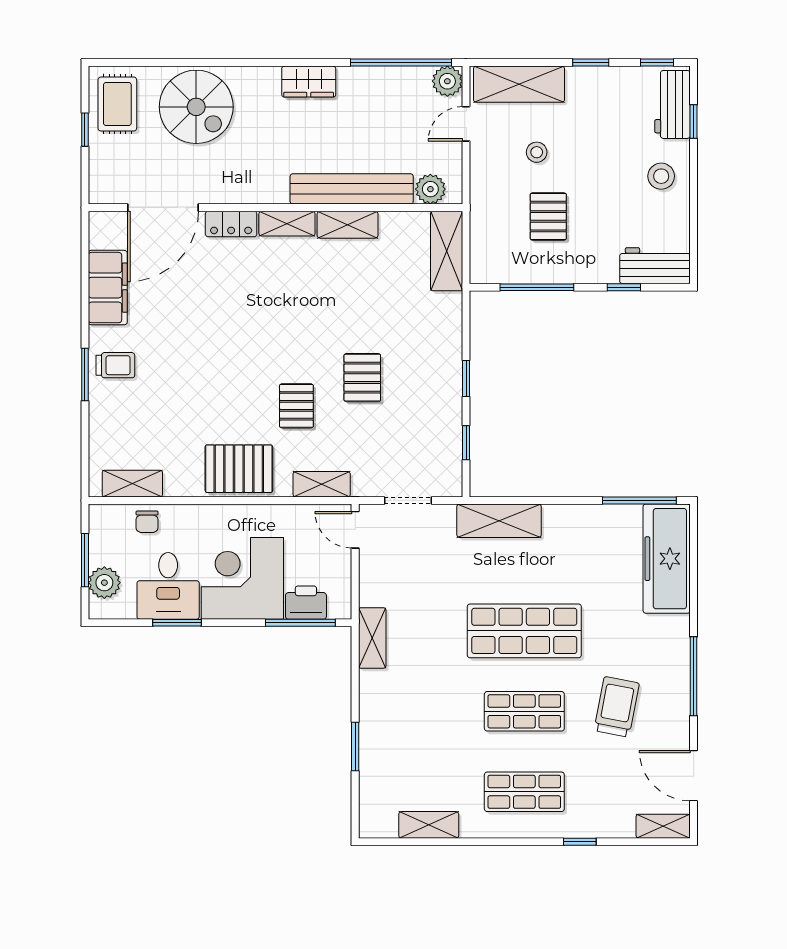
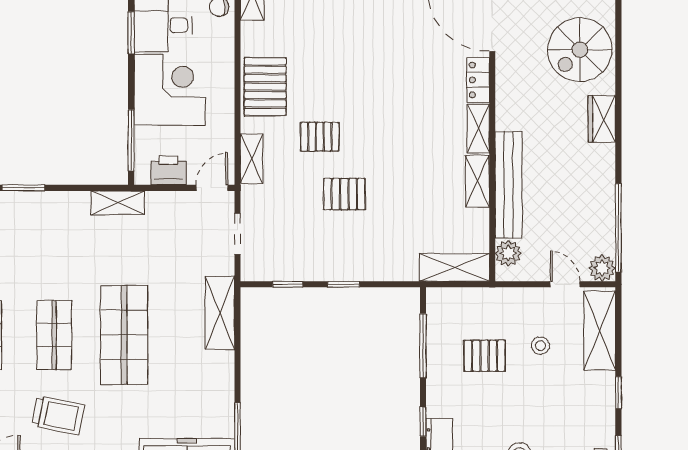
wardrobe: (309, 82) -> (602, 119), moved
printer: (306, 603) -> (169, 170), moved, turned -90

